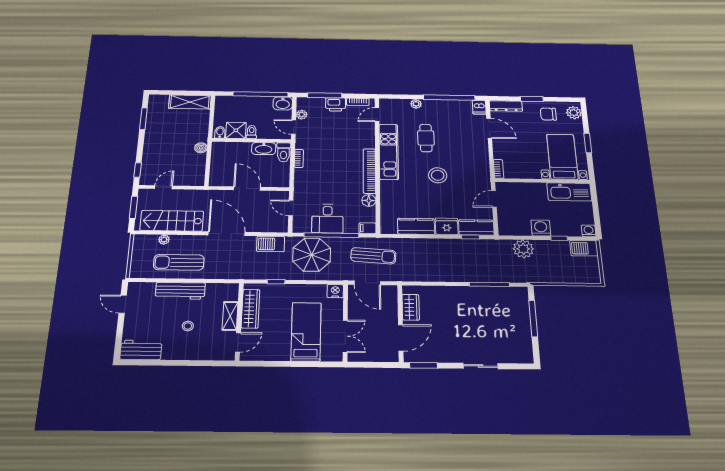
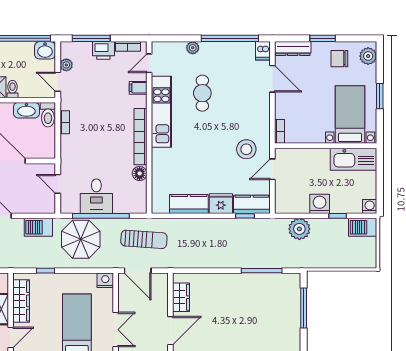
stool: (438, 175) -> (246, 149), moved
filing cabinet: (368, 228) -> (138, 88), moved

